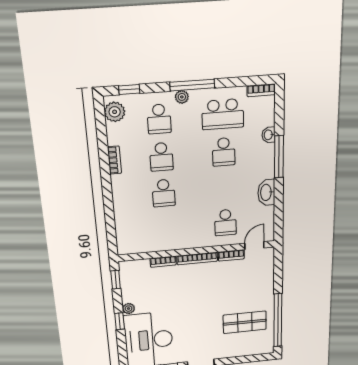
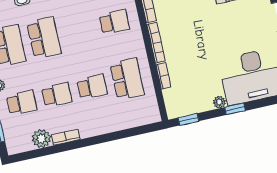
plant: (115, 112) -> (41, 139), moved
school desk: (224, 152) -> (44, 38), width x1.85
school desk: (166, 228) -> (127, 79), added

